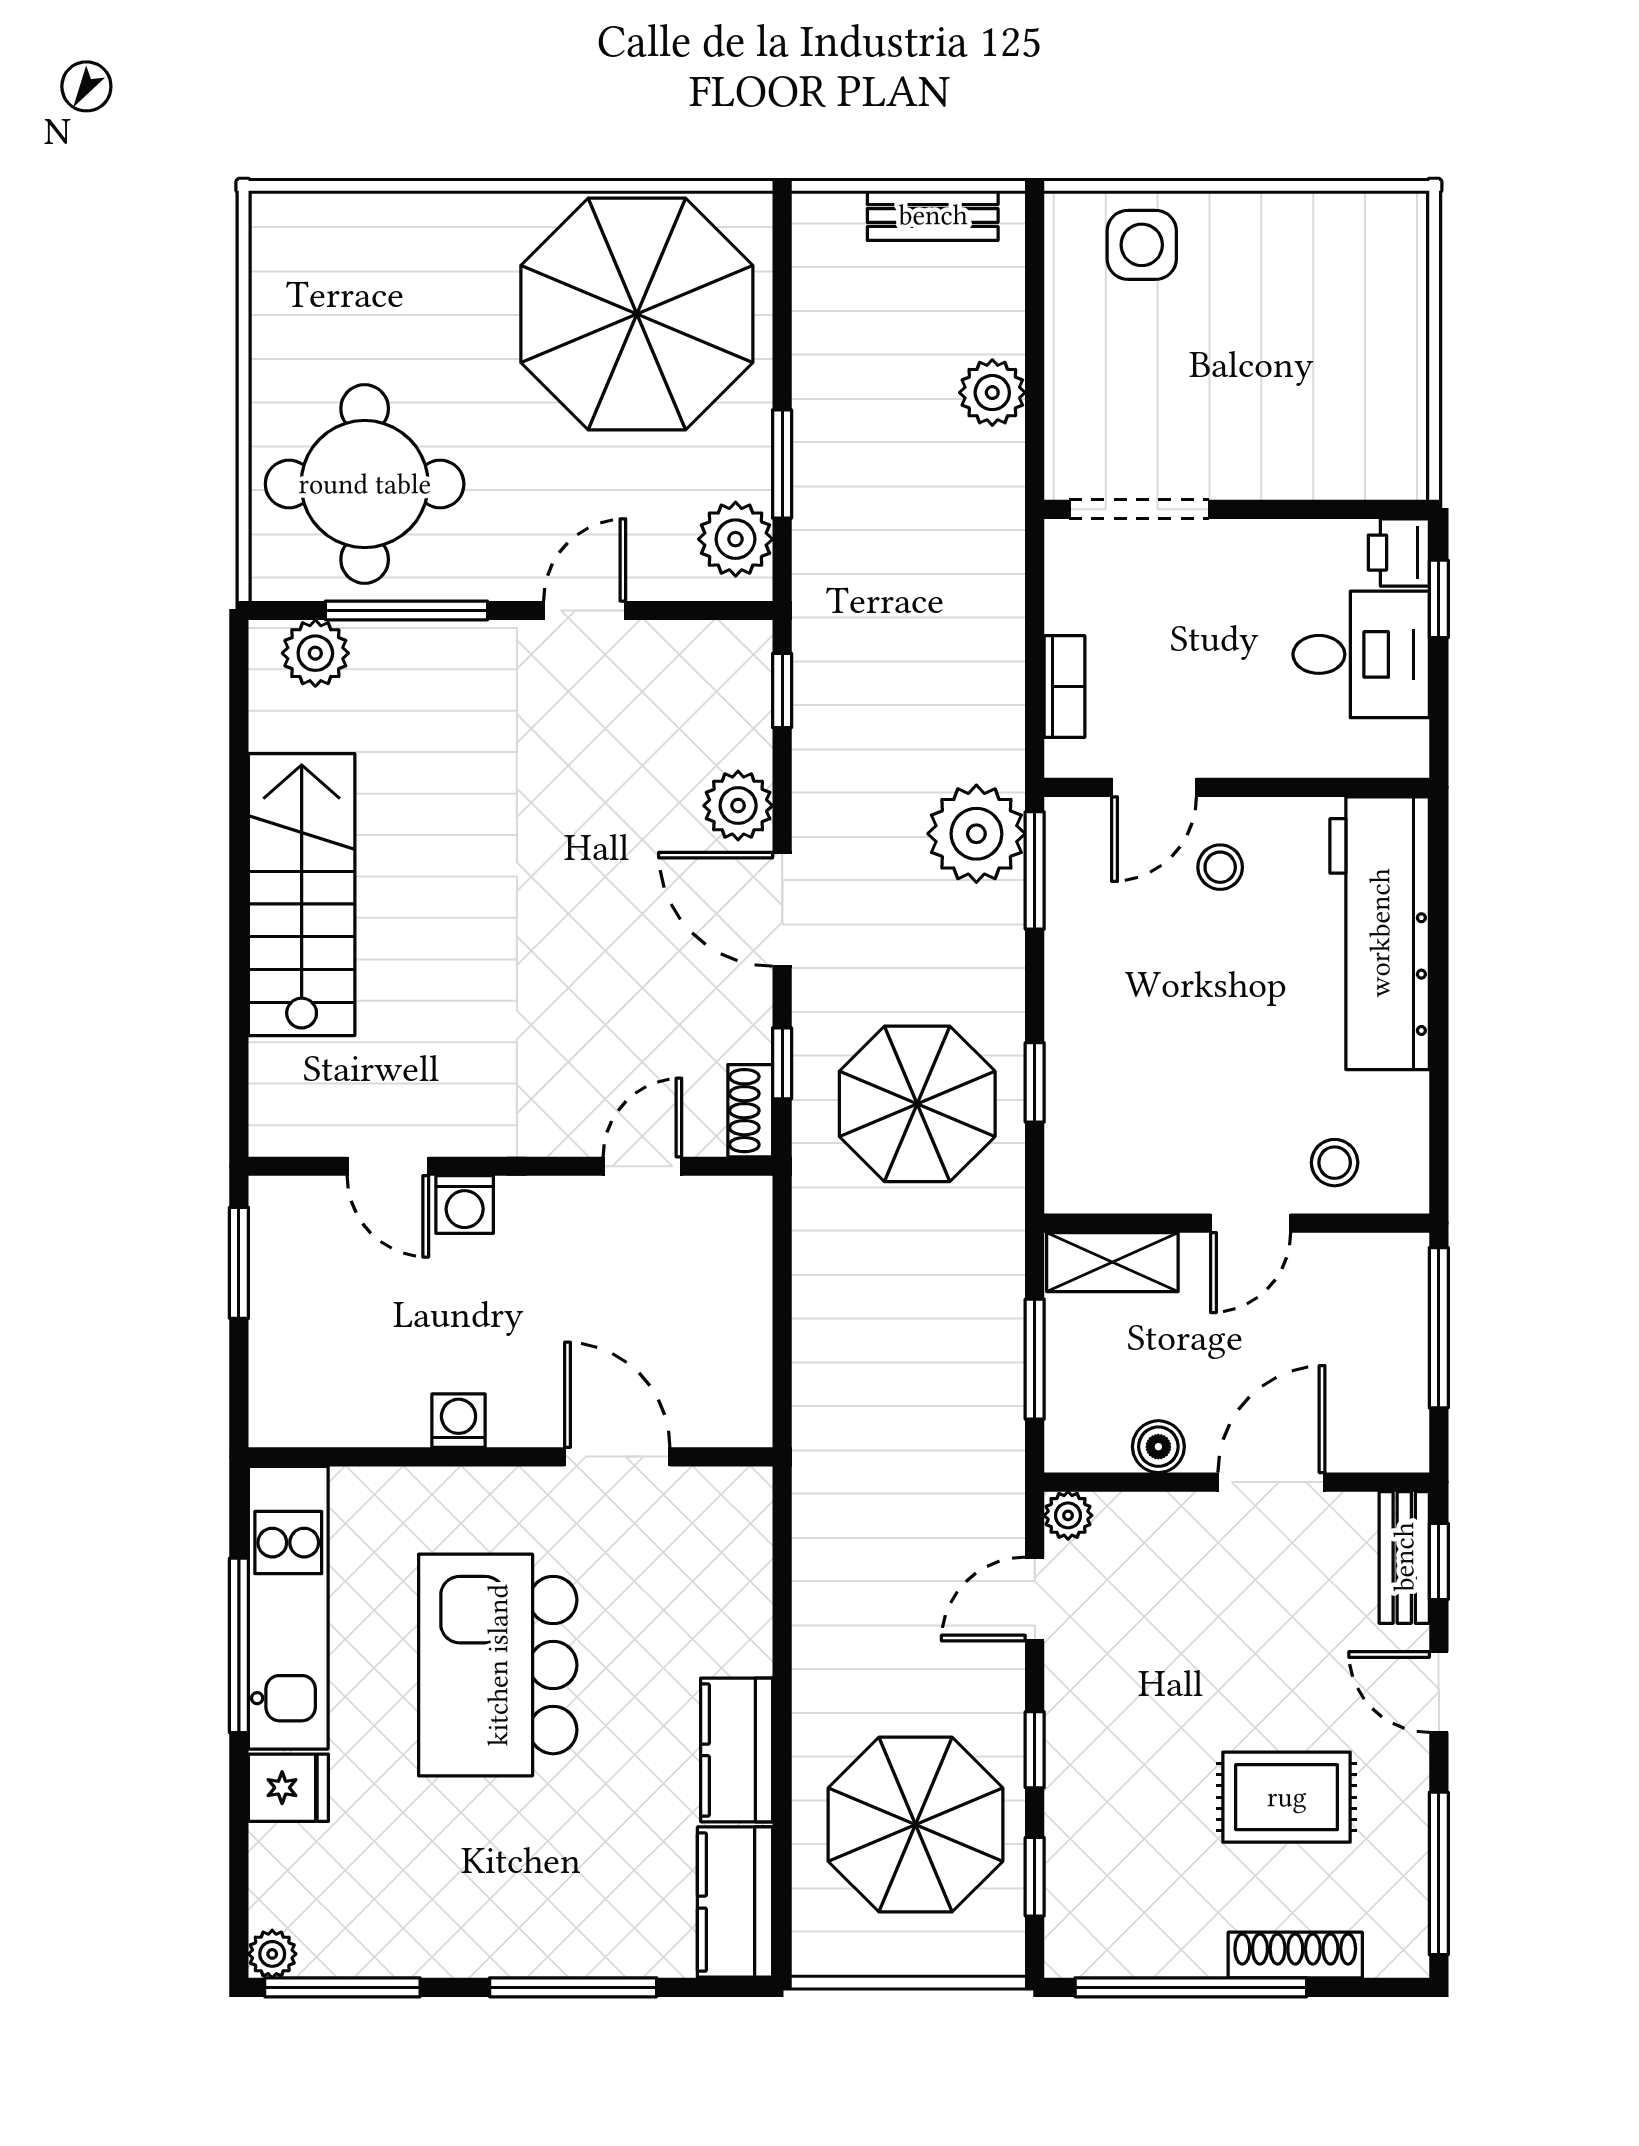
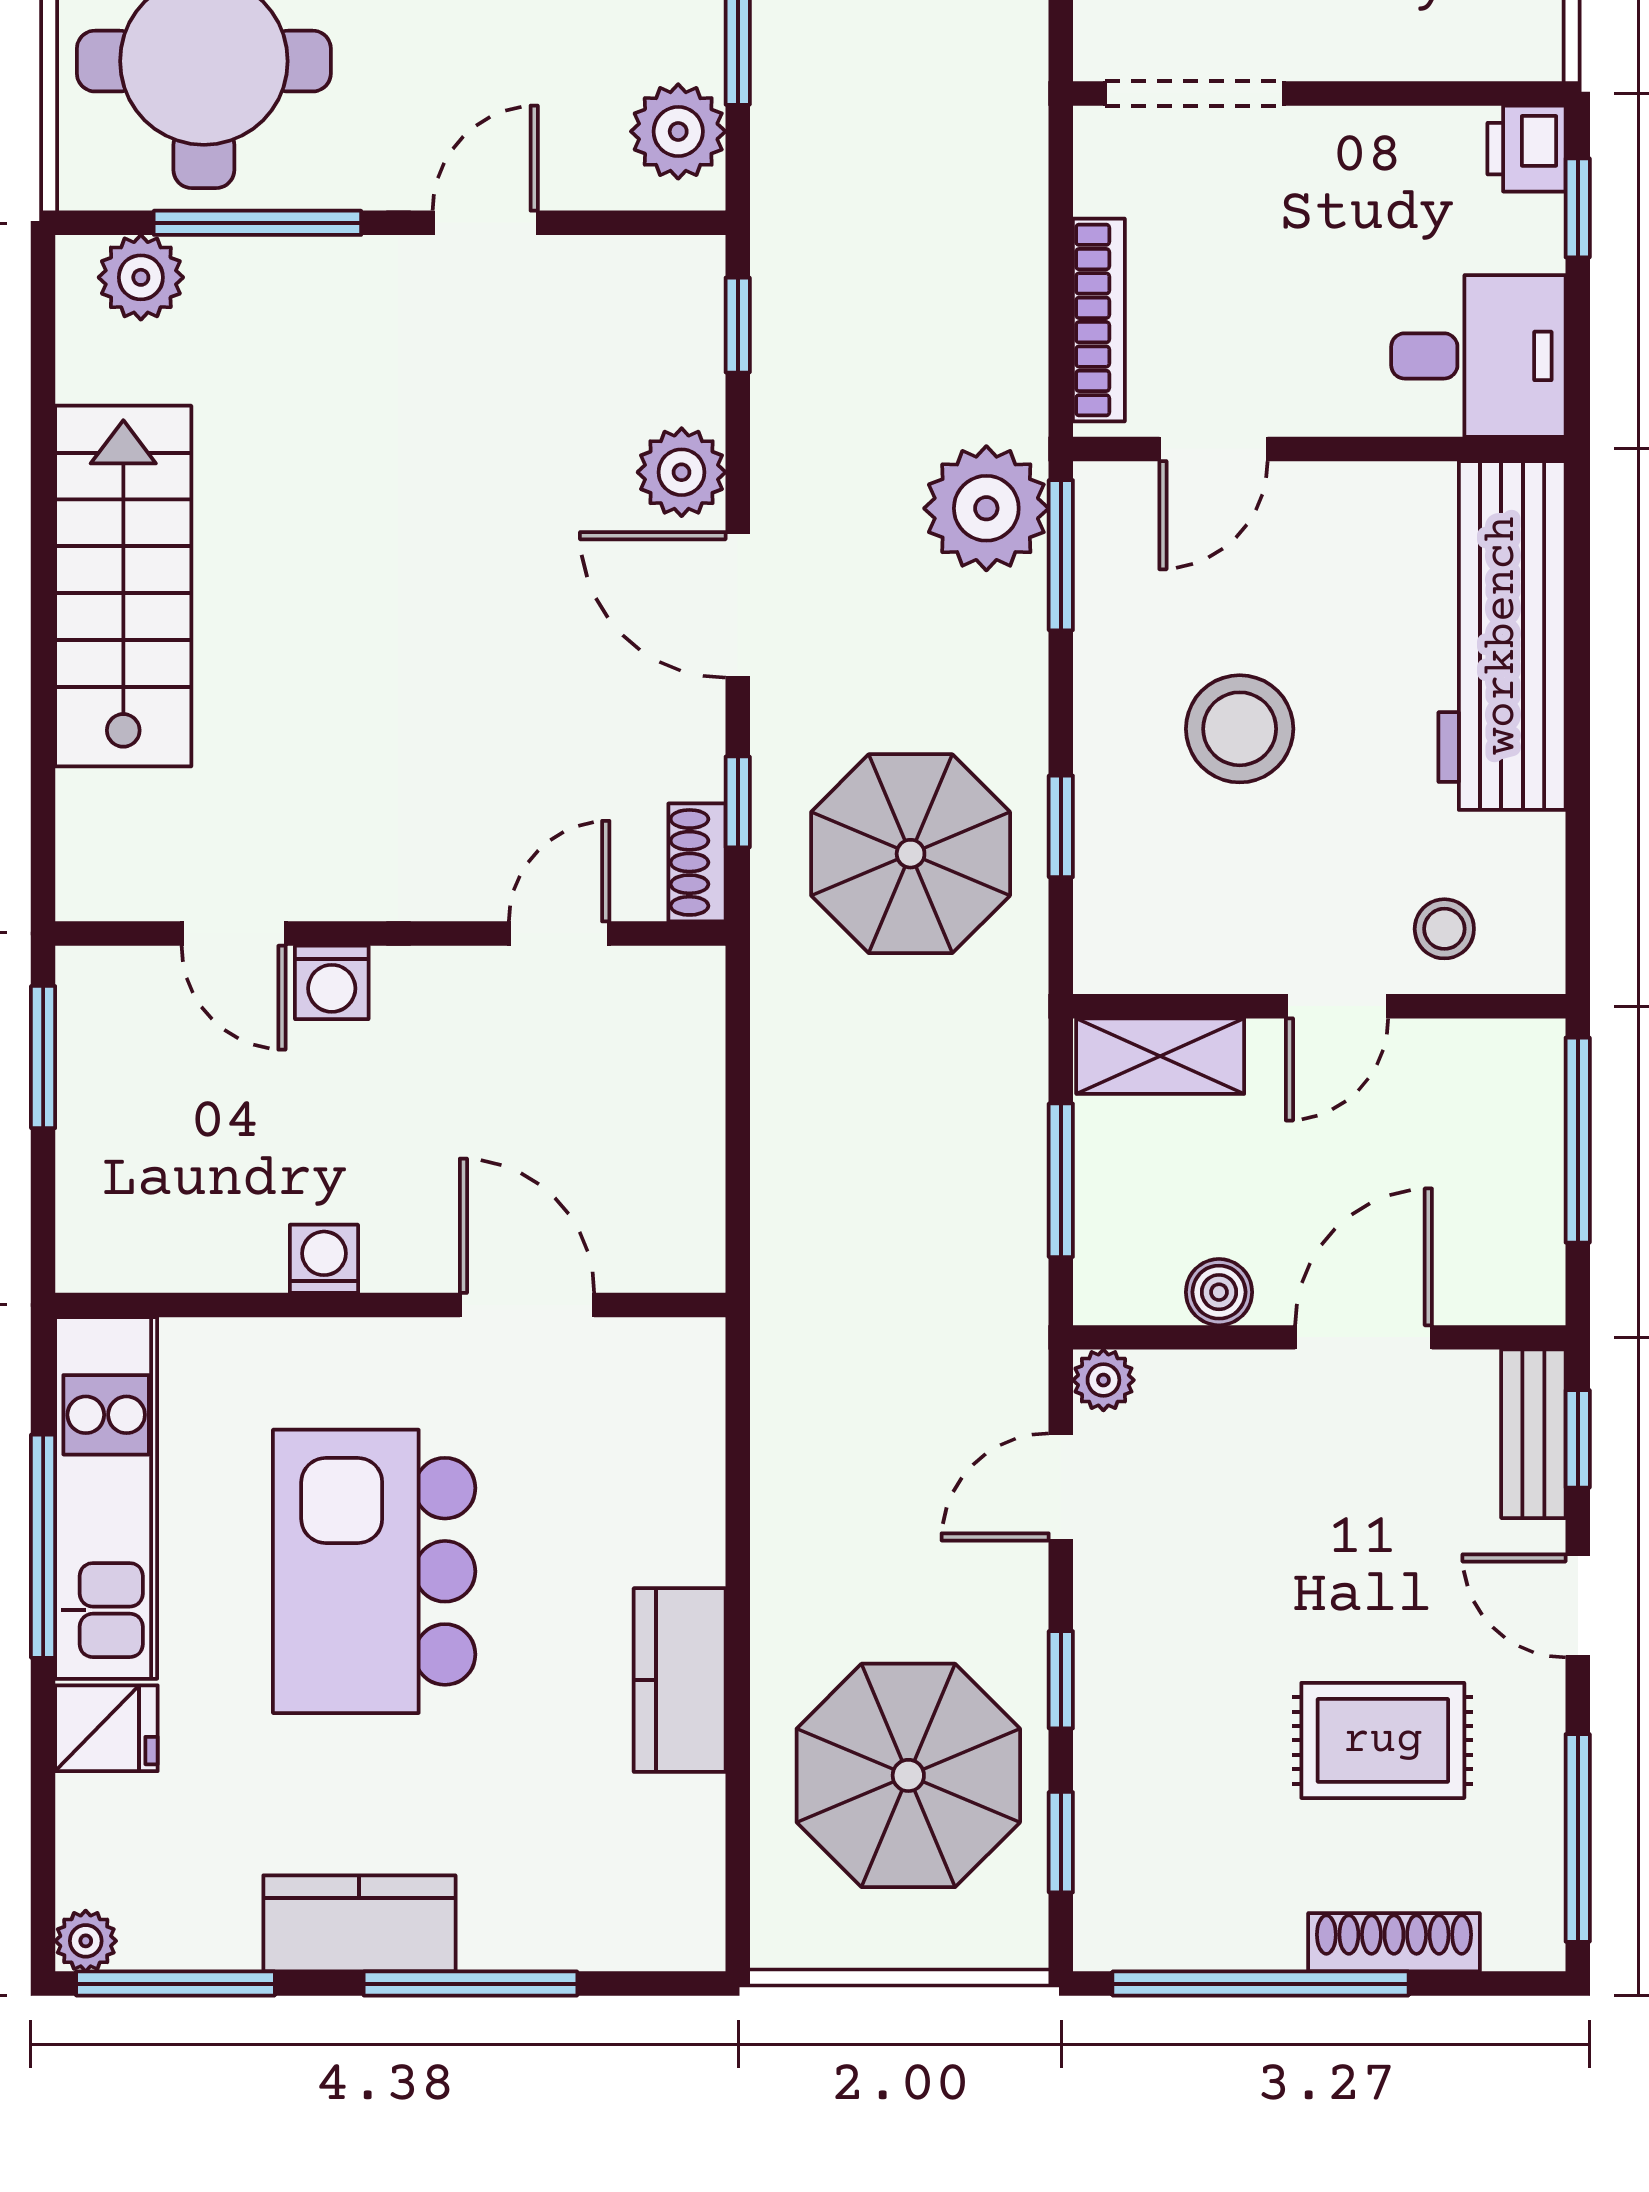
desk: (1361, 654) -> (1478, 356), moved
bookcase: (1064, 687) -> (1099, 320), width x1.56
stool: (1220, 867) -> (1240, 729), moved, width x1.89, depth x1.89
kitchen counter: (735, 1902) -> (359, 1923), moved, turned 90

